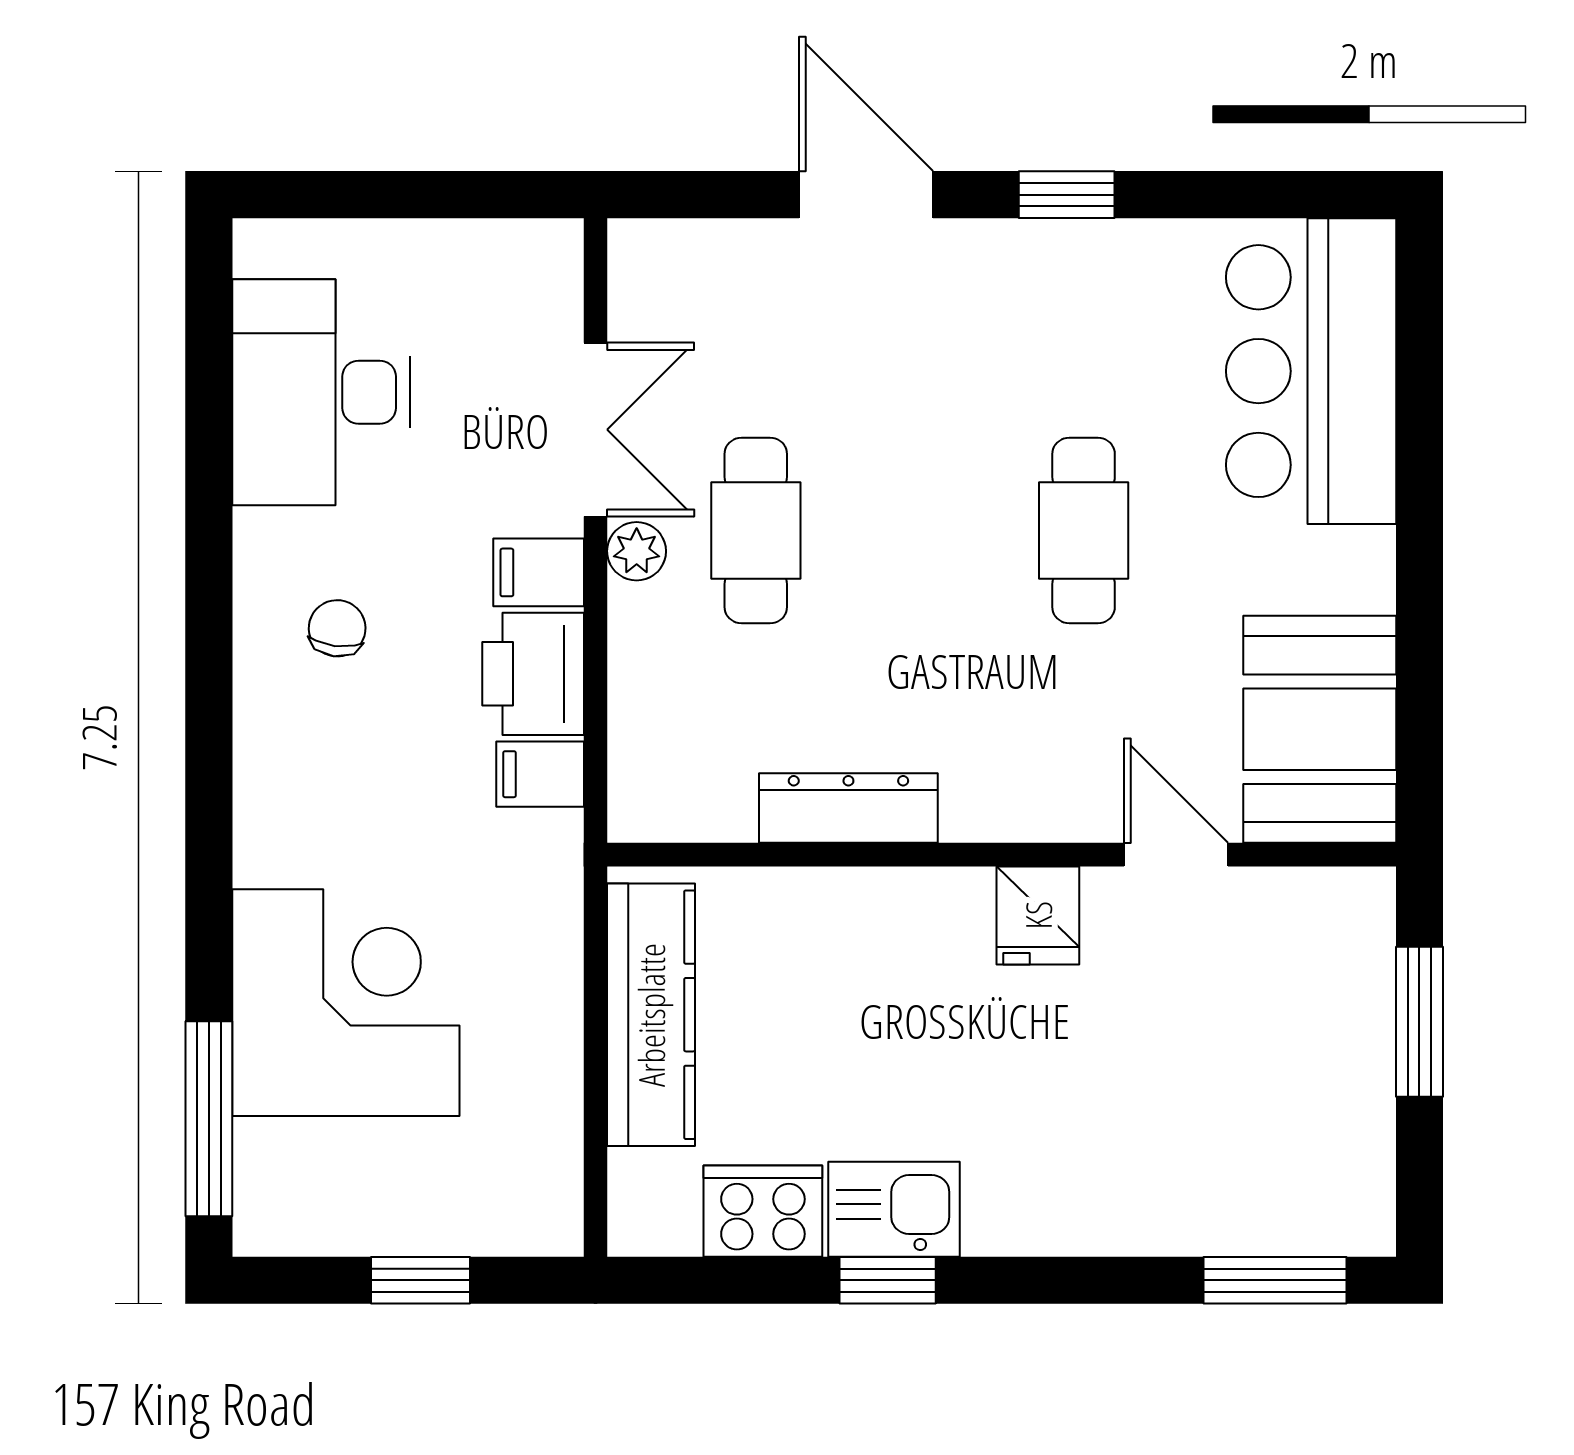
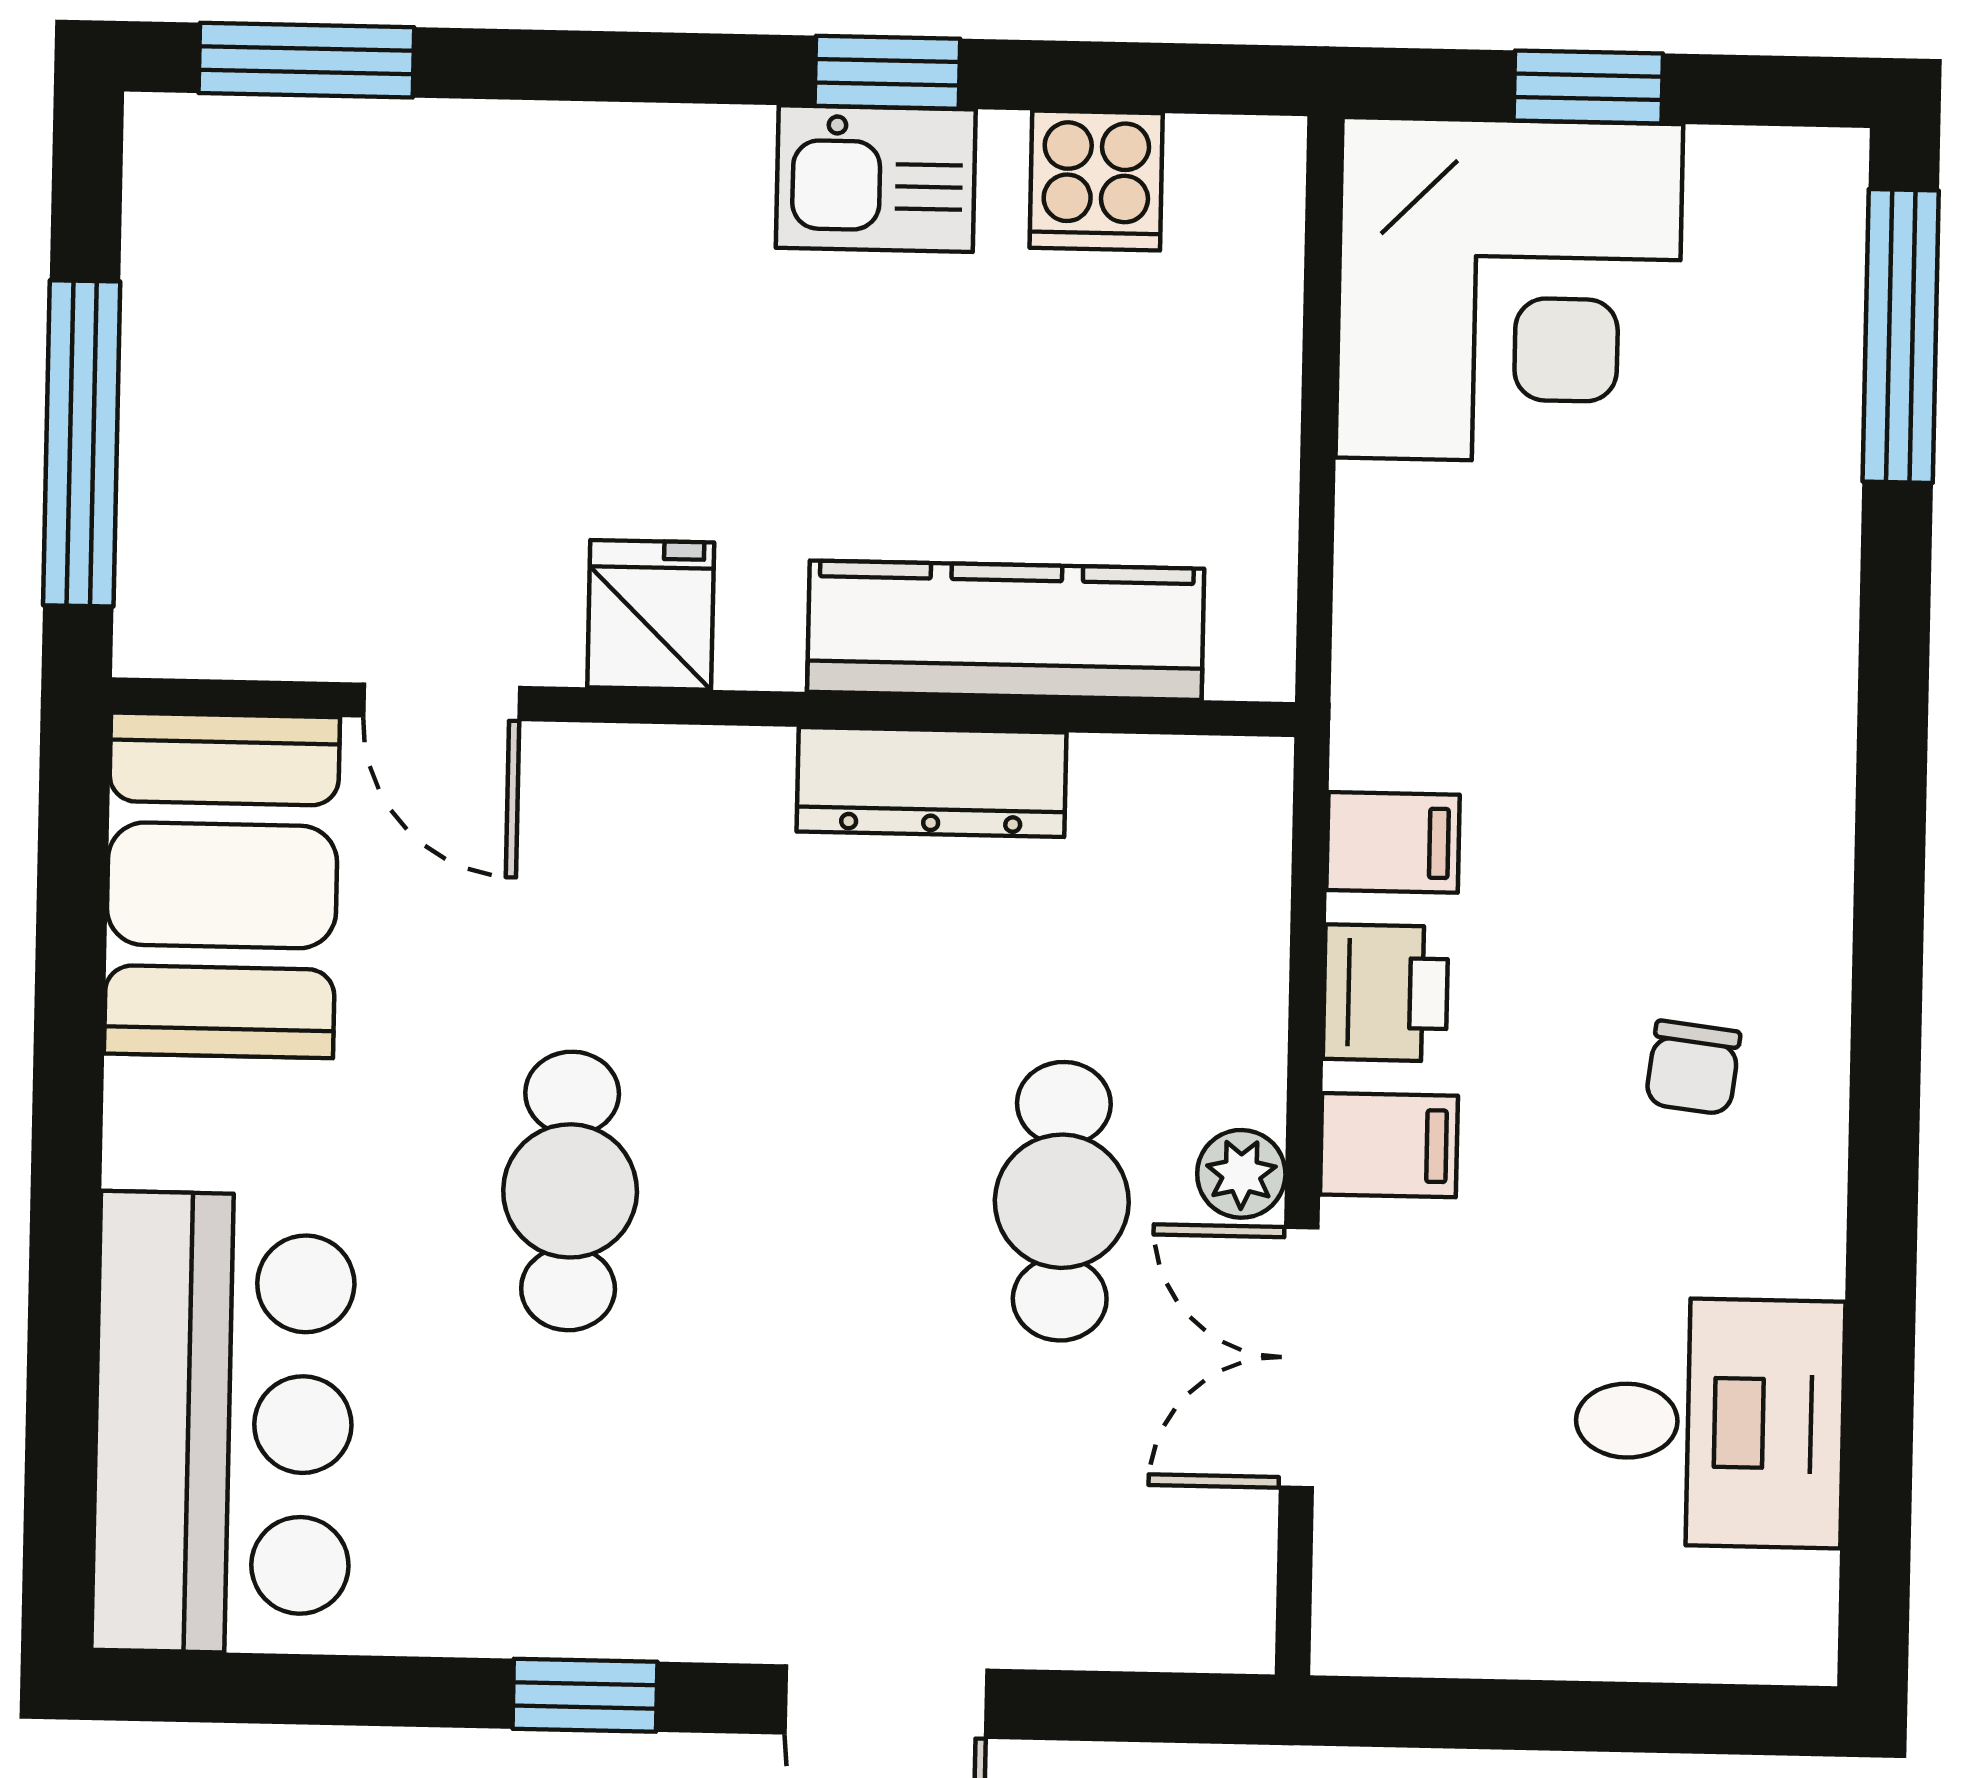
desk: (321, 392) -> (1709, 1422), width x0.73
printer: (533, 674) -> (1386, 993), width x0.73, depth x0.81
corner desk: (346, 1003) -> (1509, 291), moved, turned -90
kitchen counter: (651, 1015) -> (1006, 630), moved, turned 90
window: (1419, 1022) -> (82, 443), width x1.44
cooker: (763, 1211) -> (1096, 181), width x0.73

